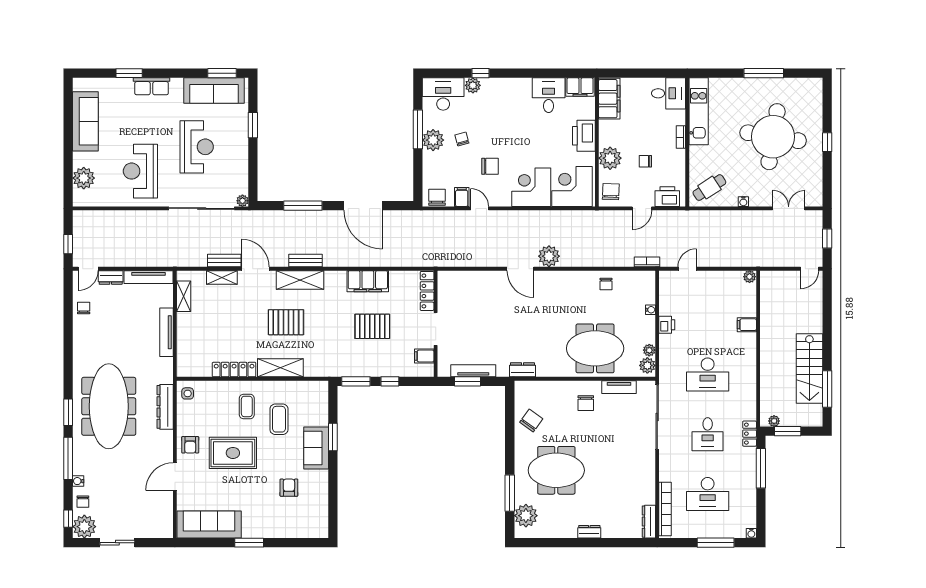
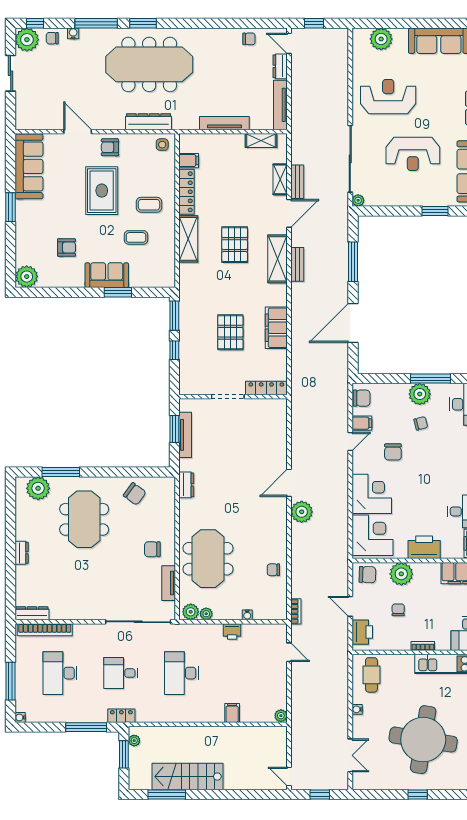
cafe table: (709, 188) -> (371, 675), turned 33
filing cabinet: (424, 356) -> (189, 161), moved, turned 90
coffee table: (279, 419) -> (136, 237), width x0.73, depth x0.77
plant: (317, 527) -> (27, 277), added

